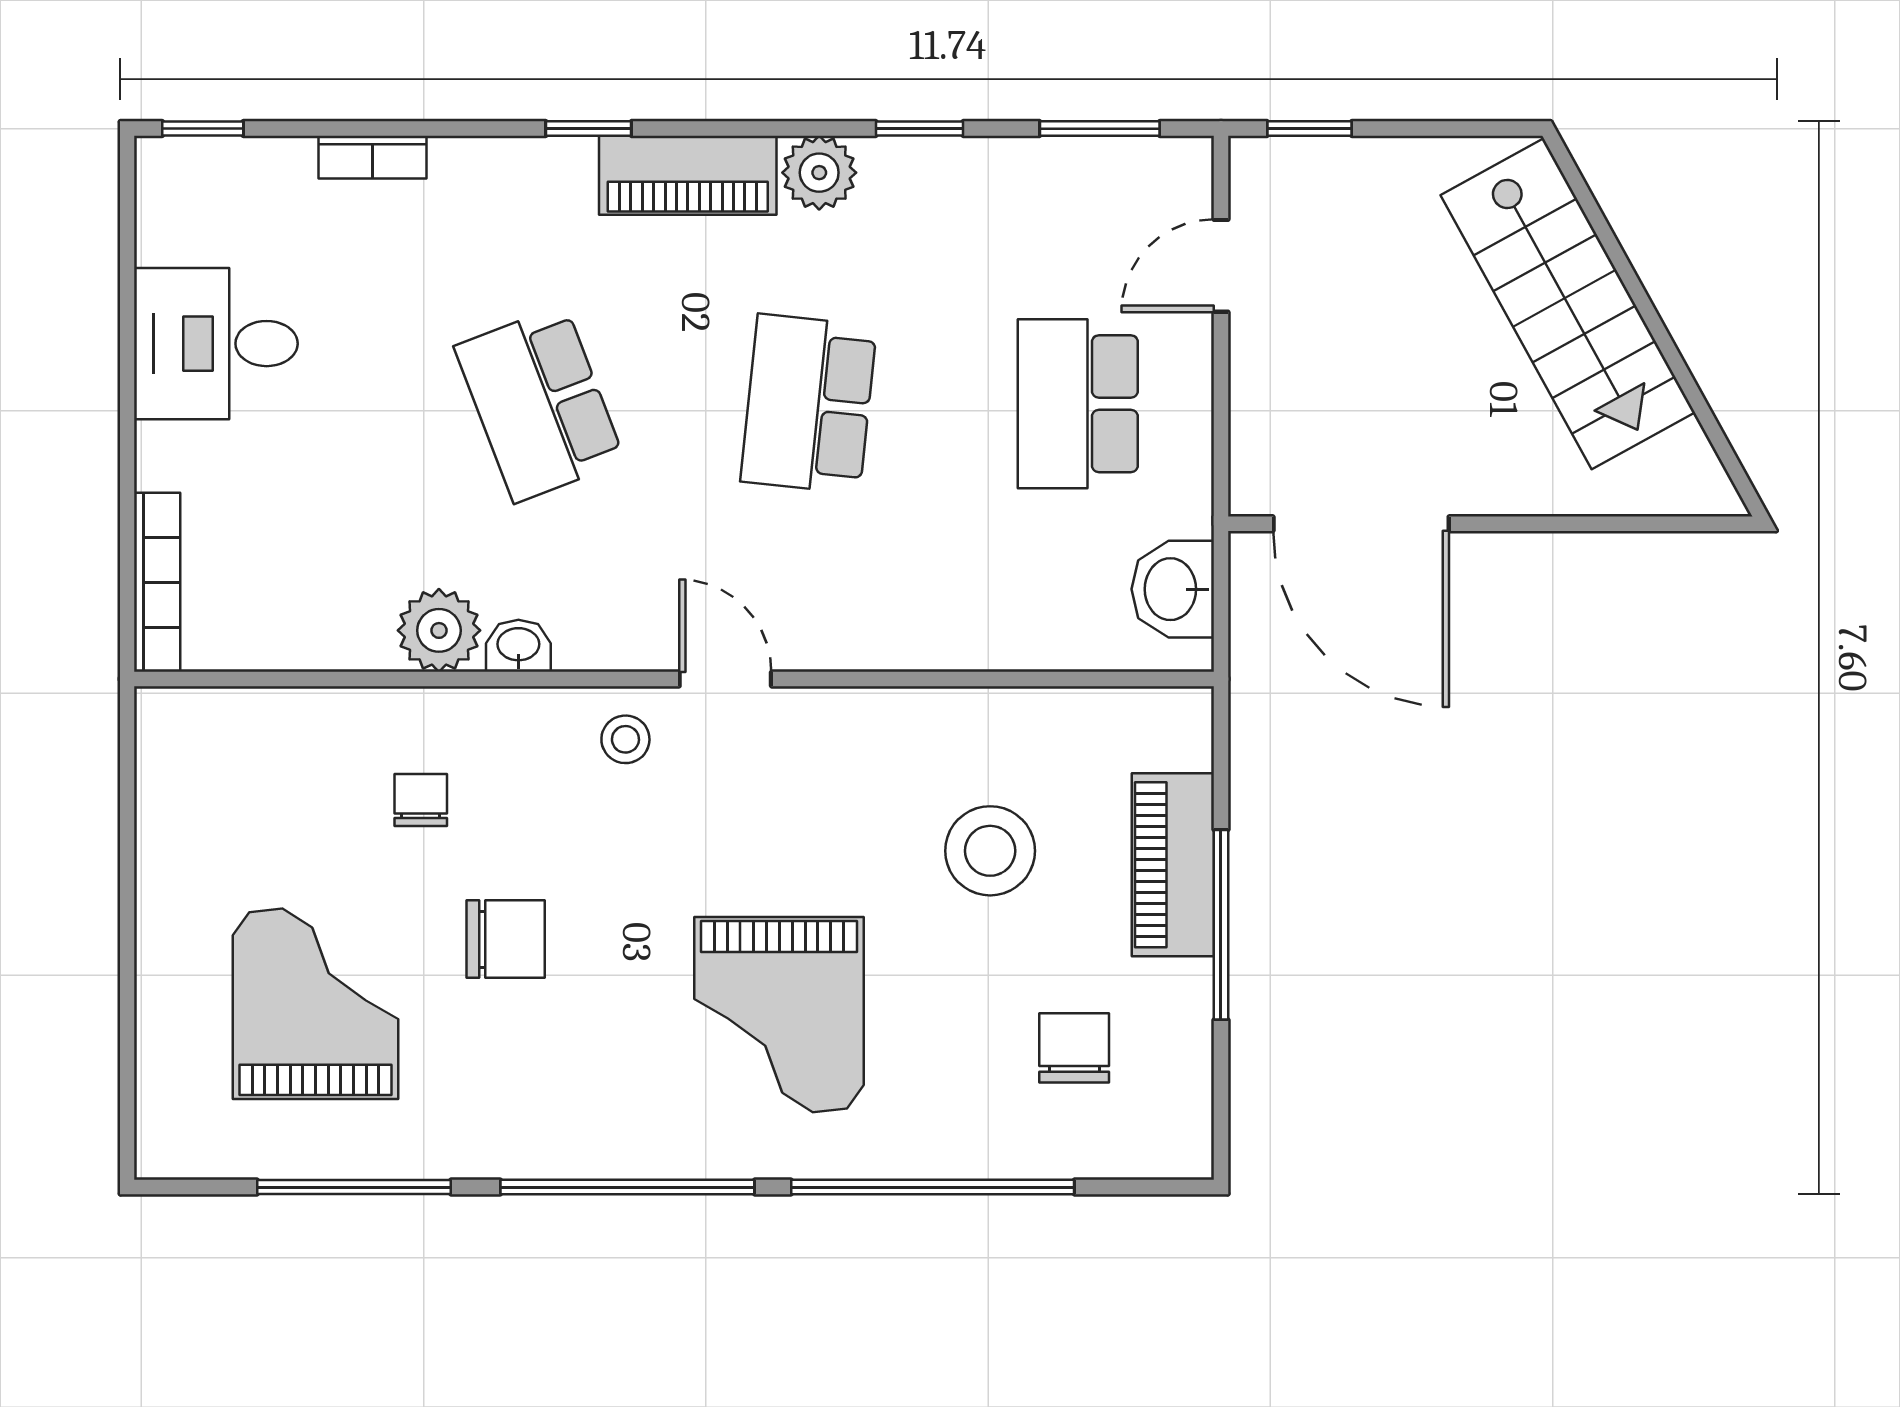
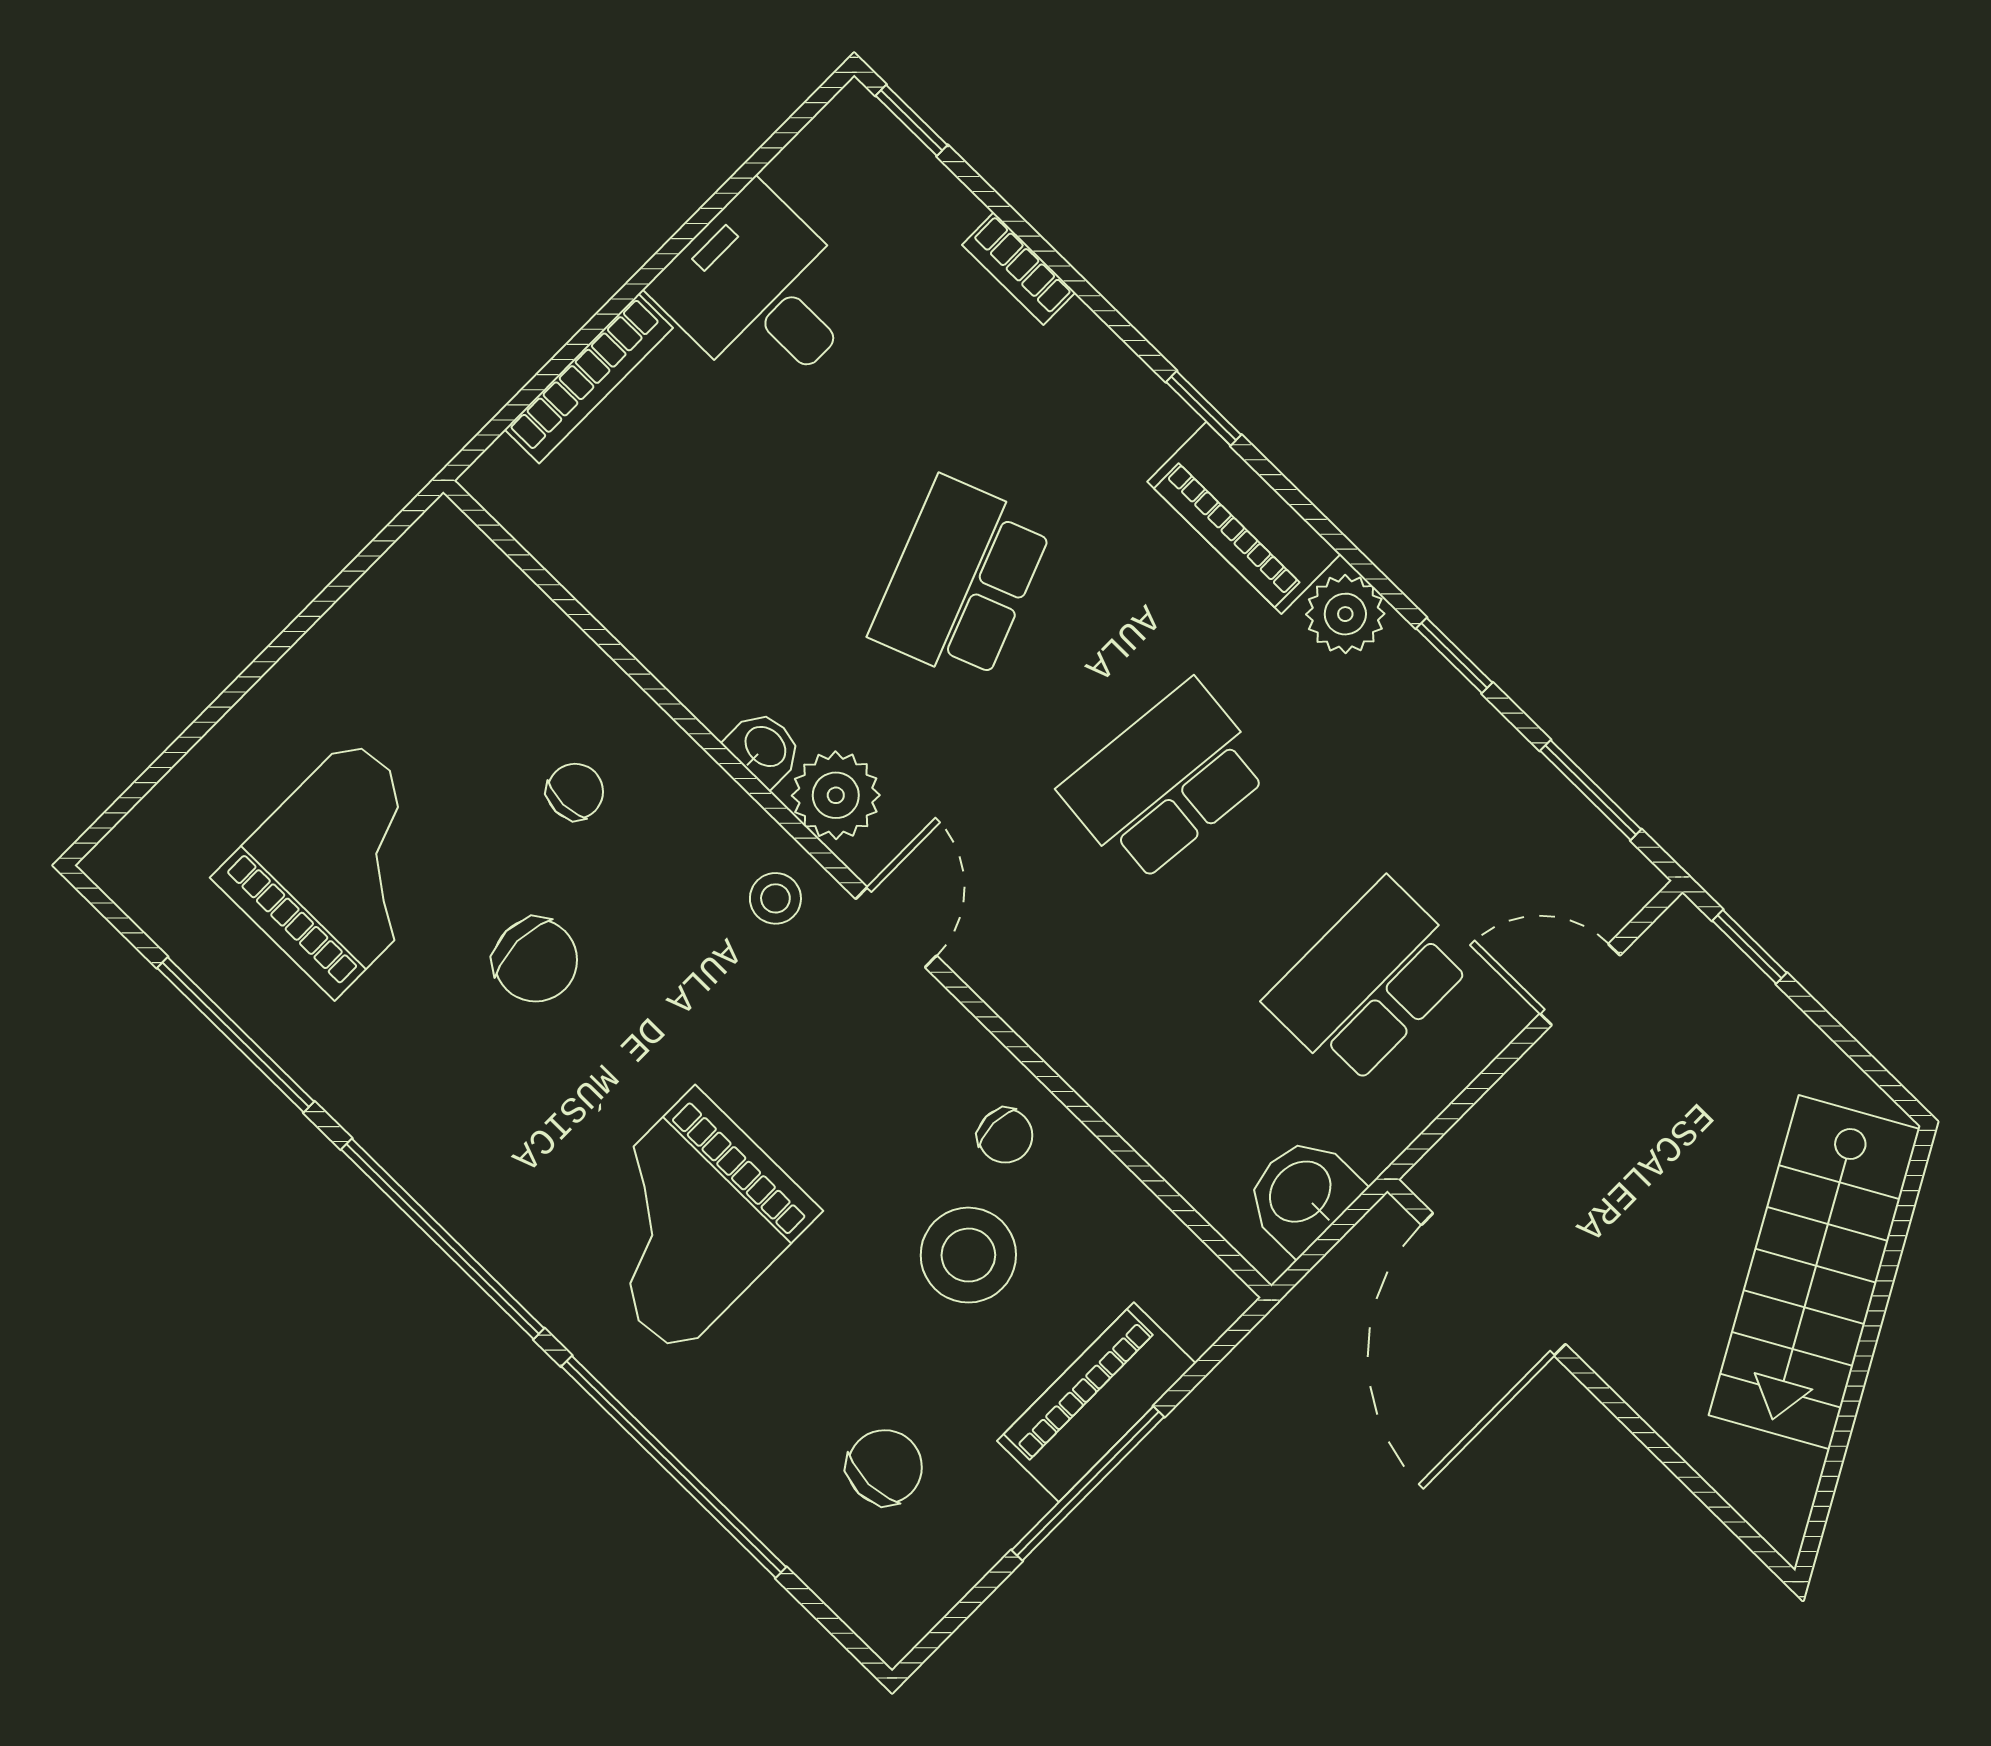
bookcase: (157, 582) -> (589, 379), moved
plant: (439, 630) -> (836, 795), moved
chair: (936, 746) -> (1005, 1136), added

